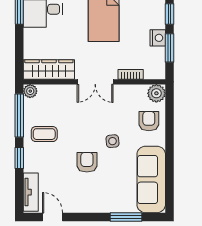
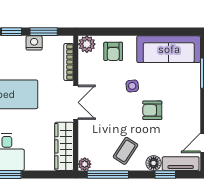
bookcase: (131, 74) -> (69, 62), width x1.56
armchair: (149, 121) -> (113, 51), turned -90
coffee table: (44, 134) -> (126, 151), turned 33
window: (19, 158) -> (165, 174), moved
floor lamp: (31, 164) -> (154, 163), added

